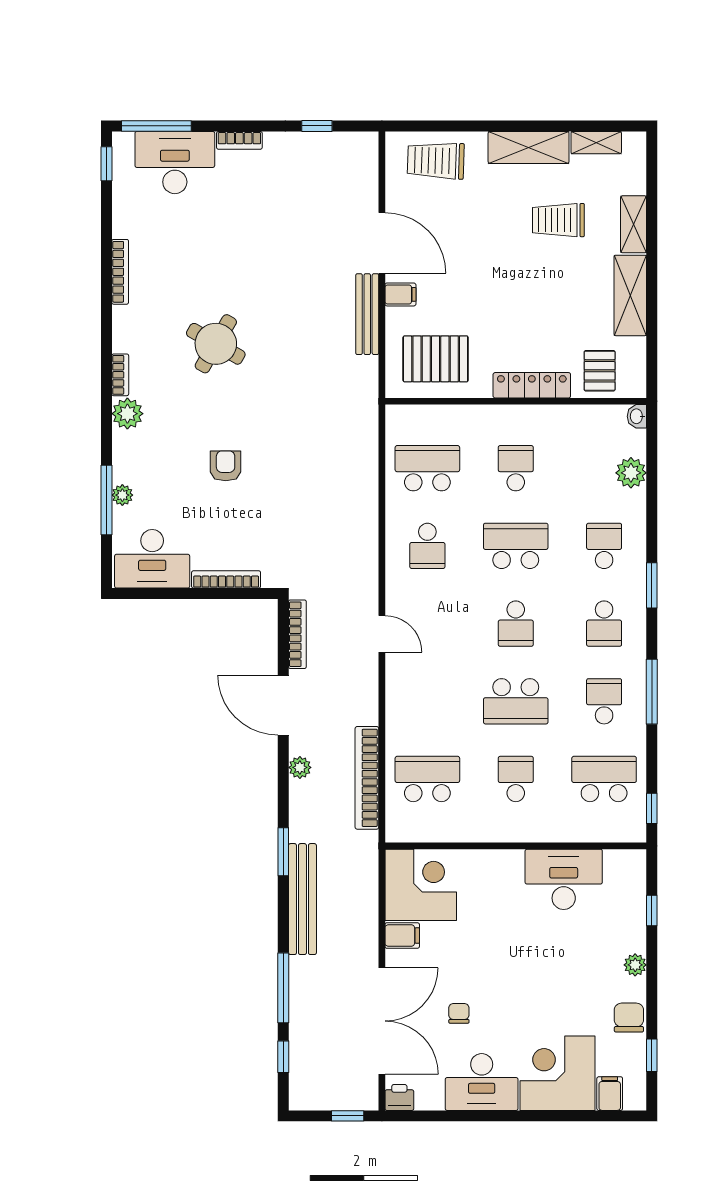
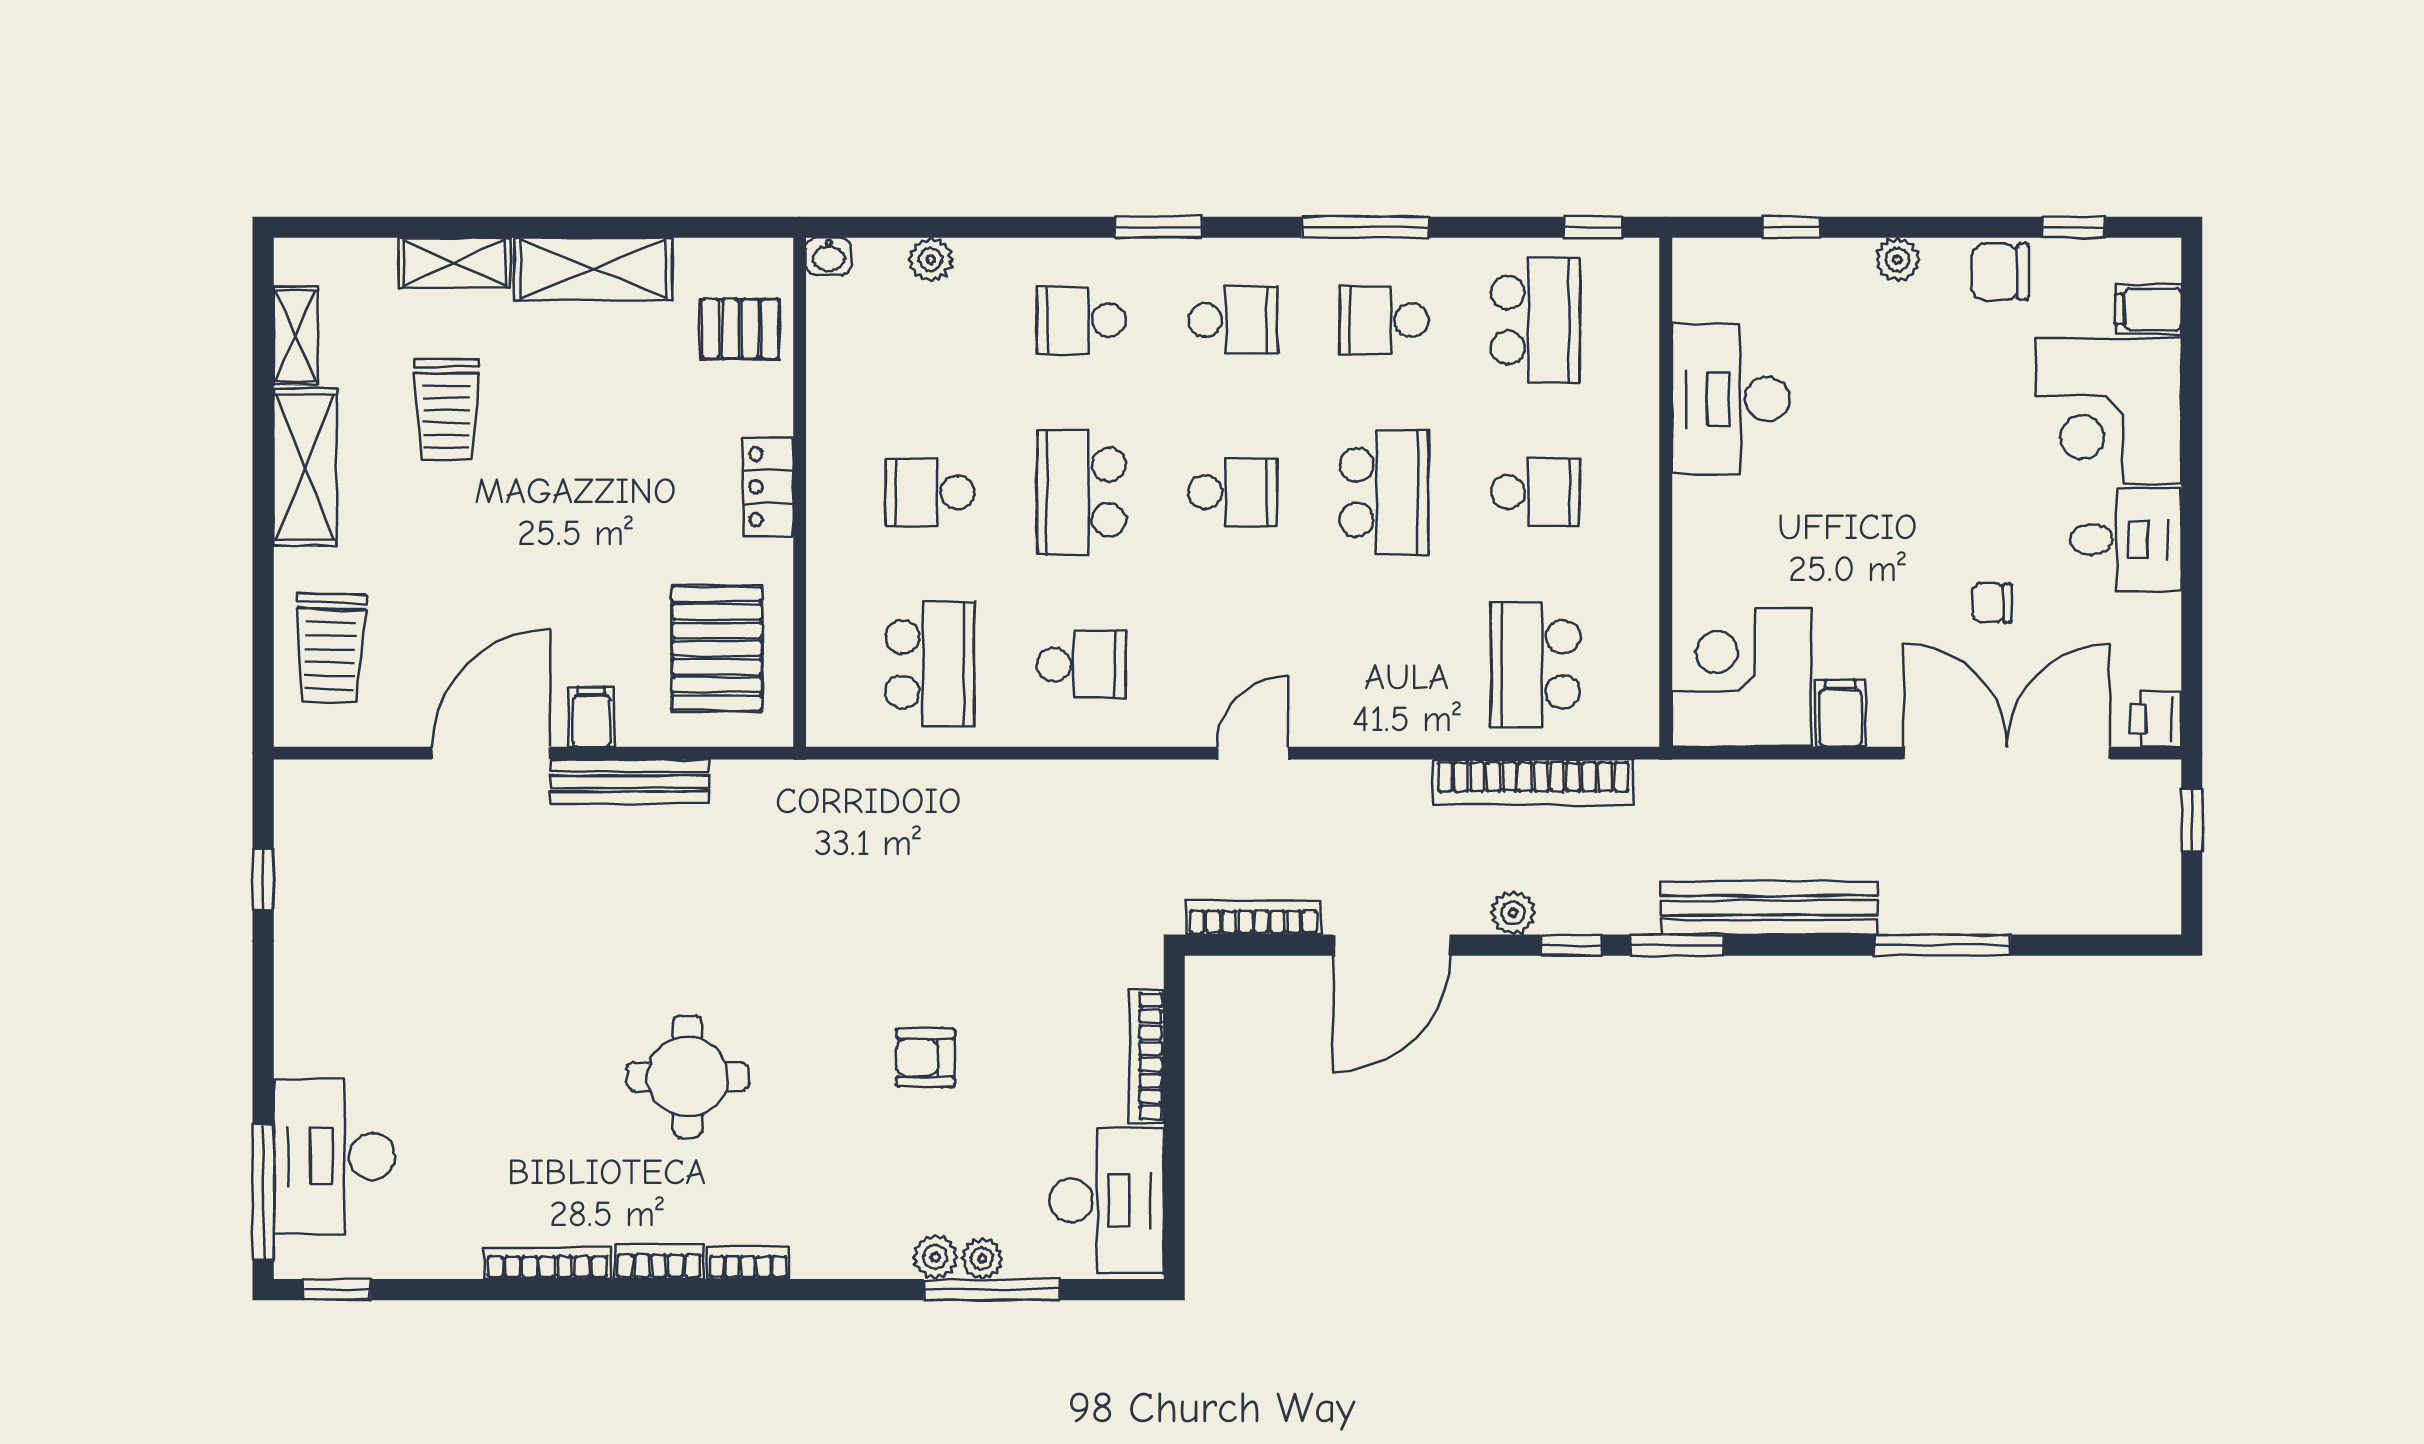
bookcase: (239, 140) -> (659, 1261), moved, turned -90
round table: (216, 344) -> (688, 1077), turned -30
locker: (532, 385) -> (768, 487), width x0.66
plant: (127, 414) -> (935, 1257), moved, width x0.73, depth x0.73
school desk: (427, 468) -> (930, 664), turned 180
plant: (631, 473) -> (931, 260), width x0.73, depth x0.73
school desk: (516, 779) -> (1535, 492), turned 180
school desk: (604, 779) -> (1535, 320), turned 180
window: (283, 1057) -> (1571, 945), moved
desk: (482, 1082) -> (2126, 539), width x0.73

